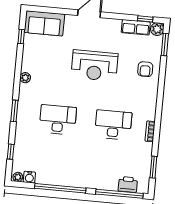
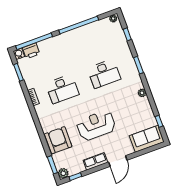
row of seats: (136, 27) -> (95, 161), moved
armchair: (145, 69) -> (58, 140), width x1.88, depth x1.88
water cooler: (29, 177) -> (19, 54), moved

